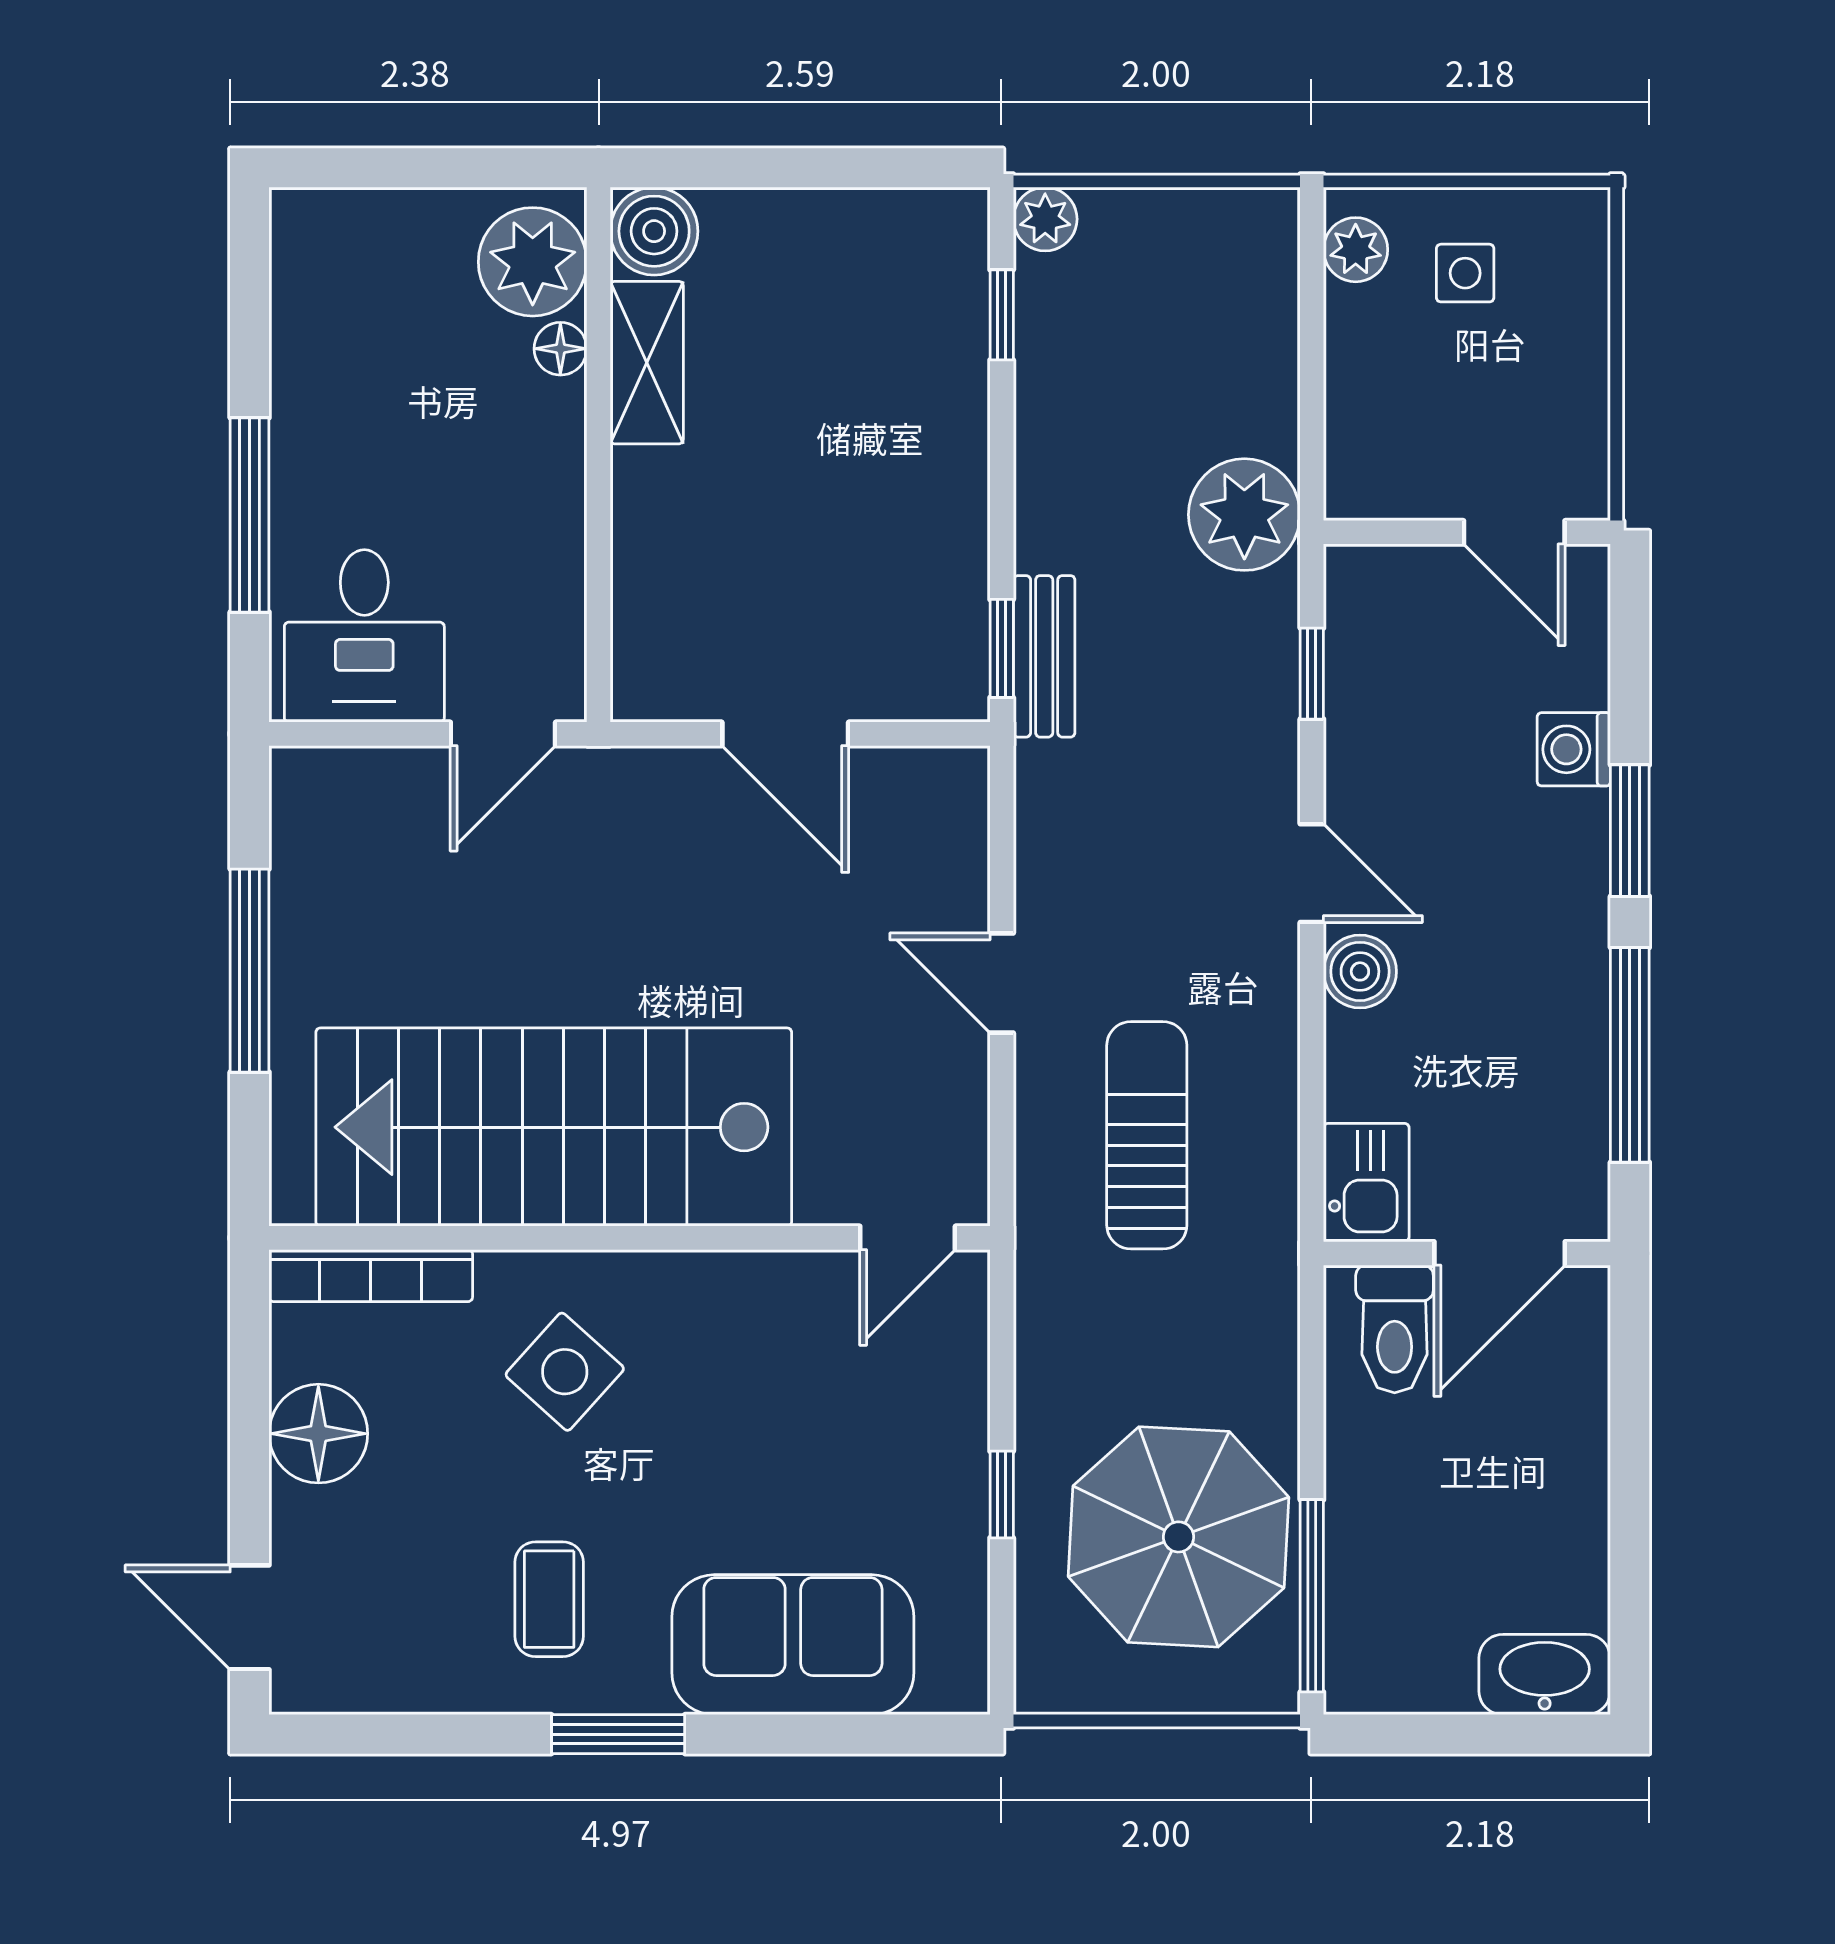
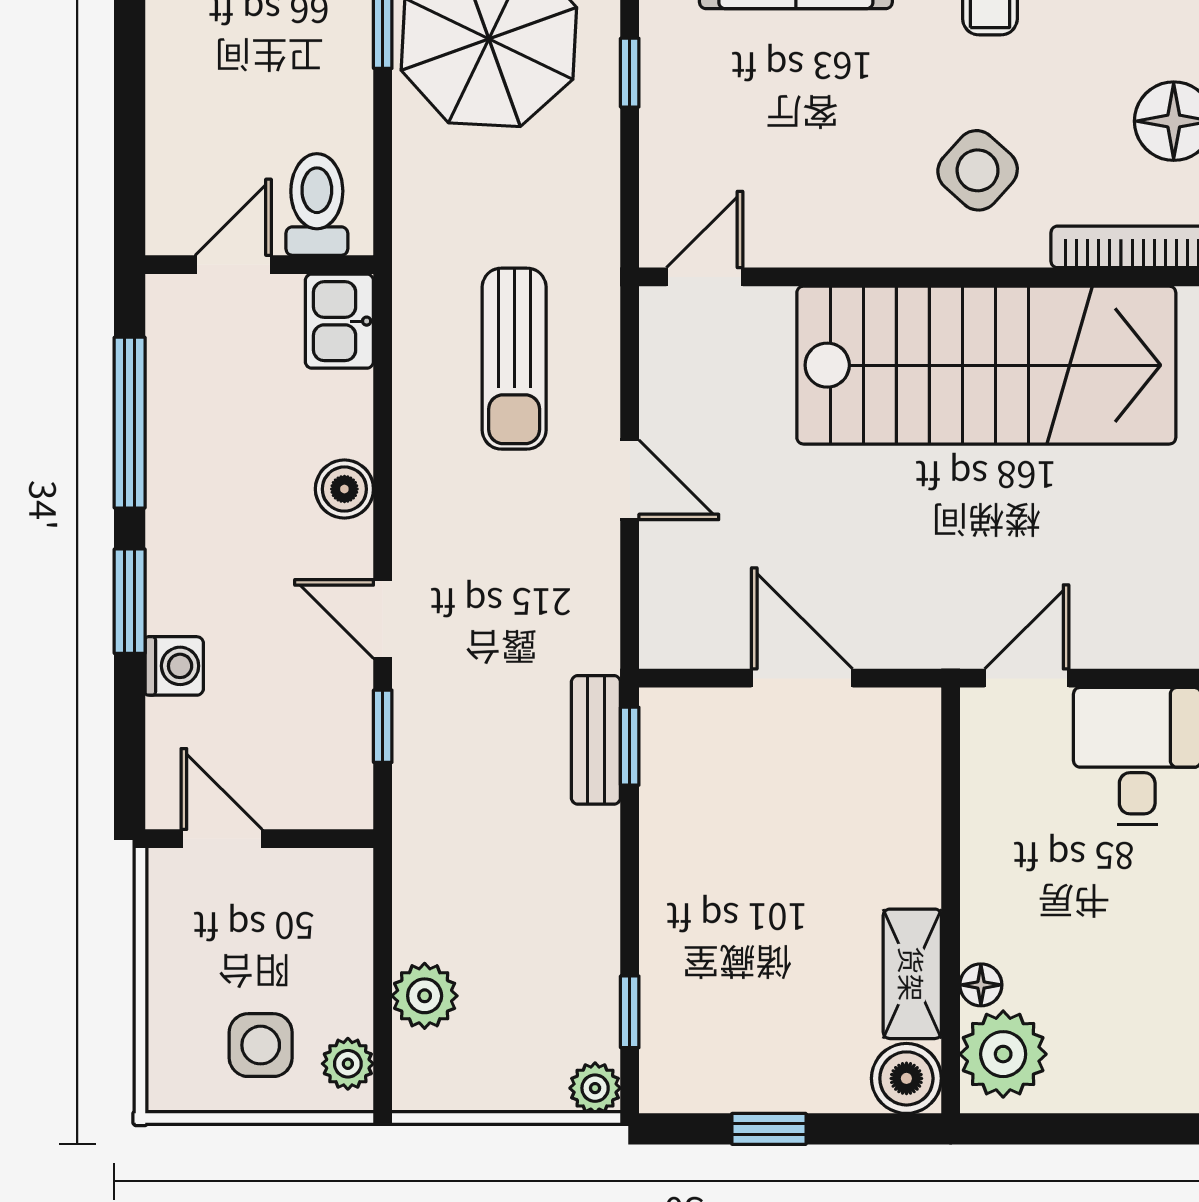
window: (827, 168) -> (769, 1129), added
side table: (1465, 273) -> (261, 1045), width x1.37, depth x1.37
plant: (1244, 515) -> (425, 996), moved, width x0.73, depth x0.73
door: (1312, 873) -> (383, 619), moved
door: (1500, 1253) -> (233, 265), width x0.73

